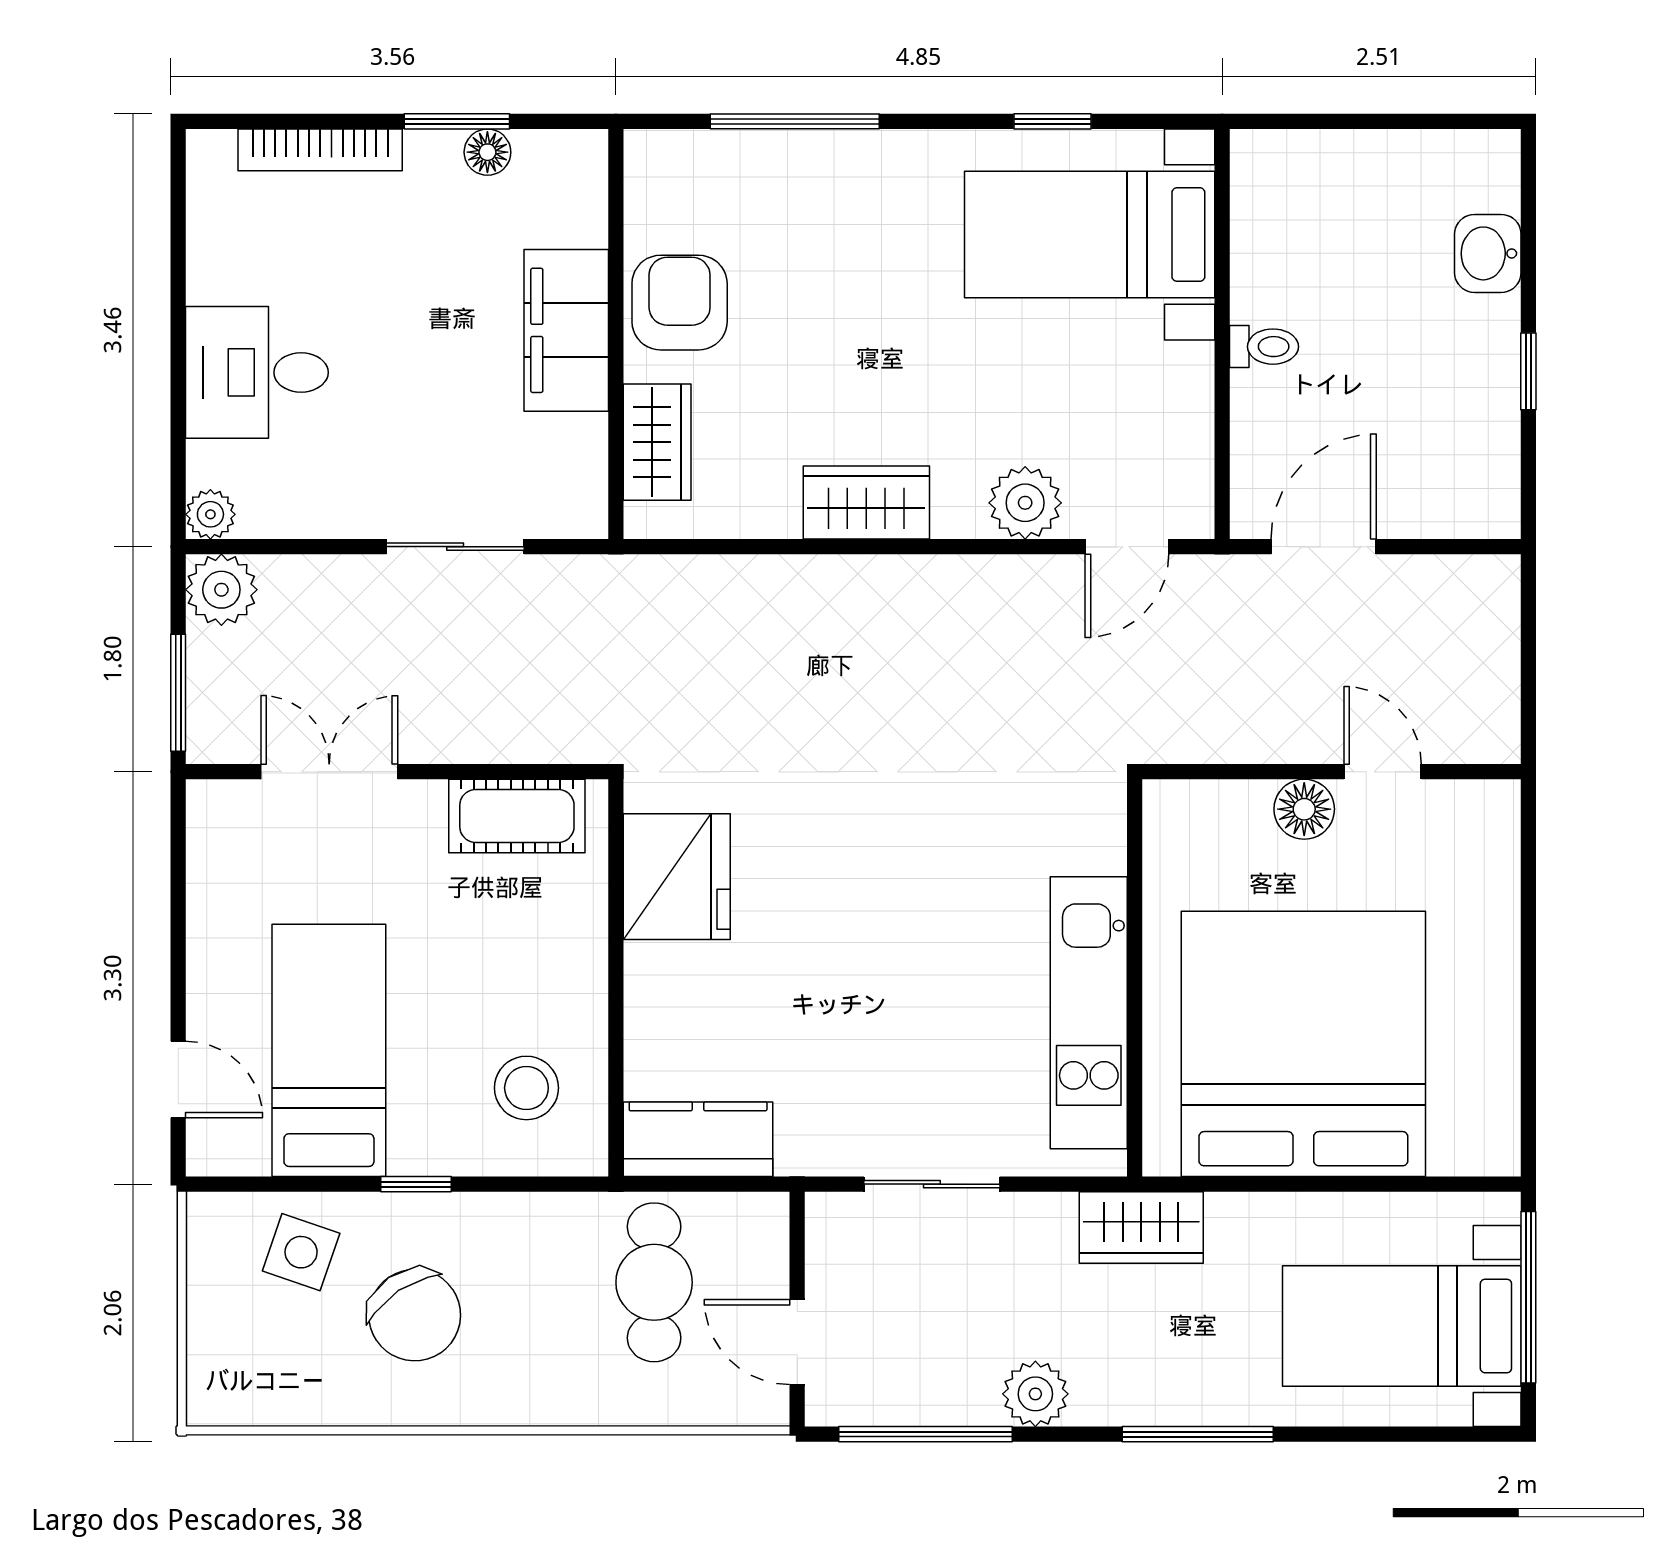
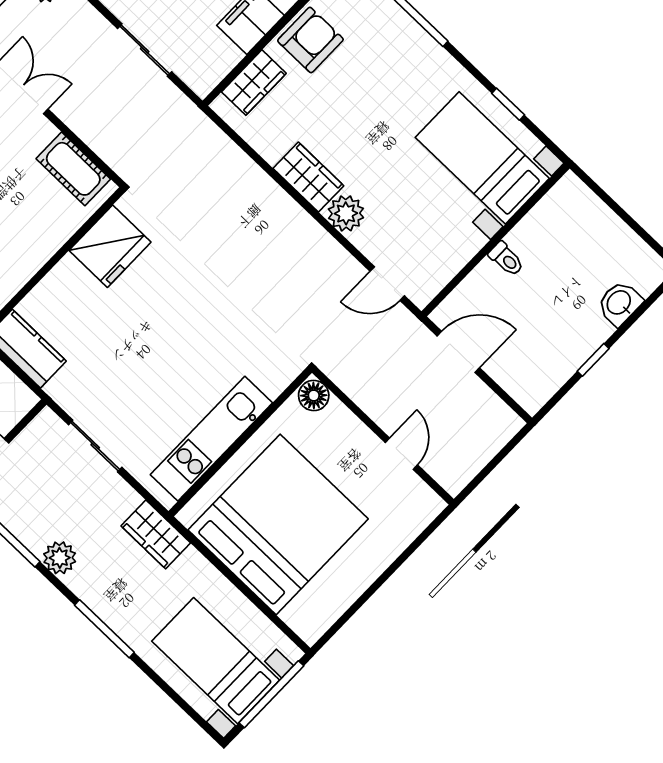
plant: (1025, 503) -> (346, 213), moved
floor lamp: (1304, 809) -> (314, 395), moved

